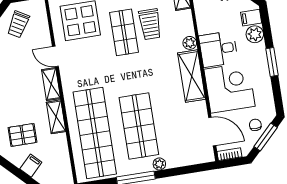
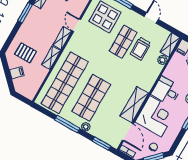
plant: (190, 43) -> (162, 60), moved
shelving: (192, 76) -> (134, 105), moved
window: (193, 169) -> (101, 144), added

